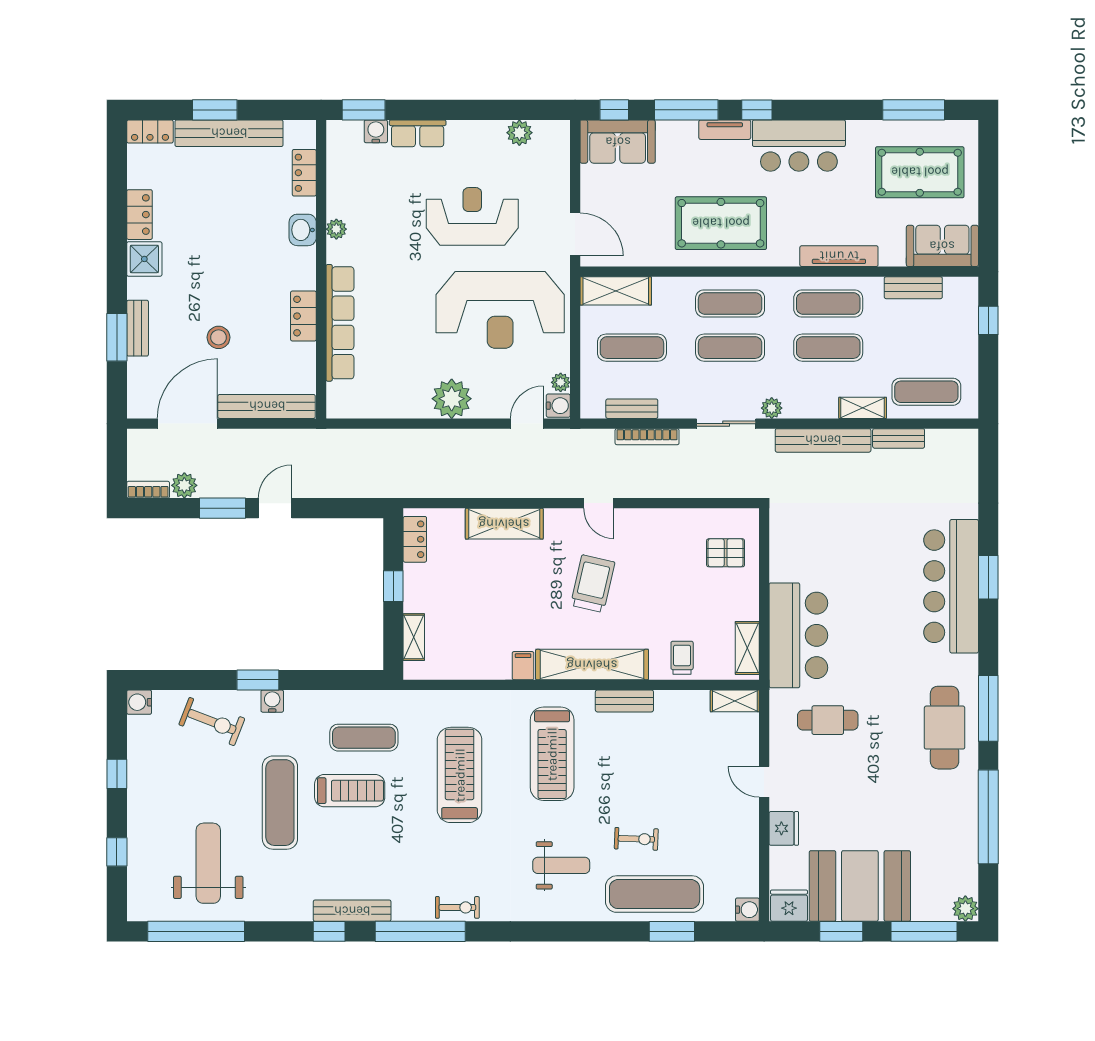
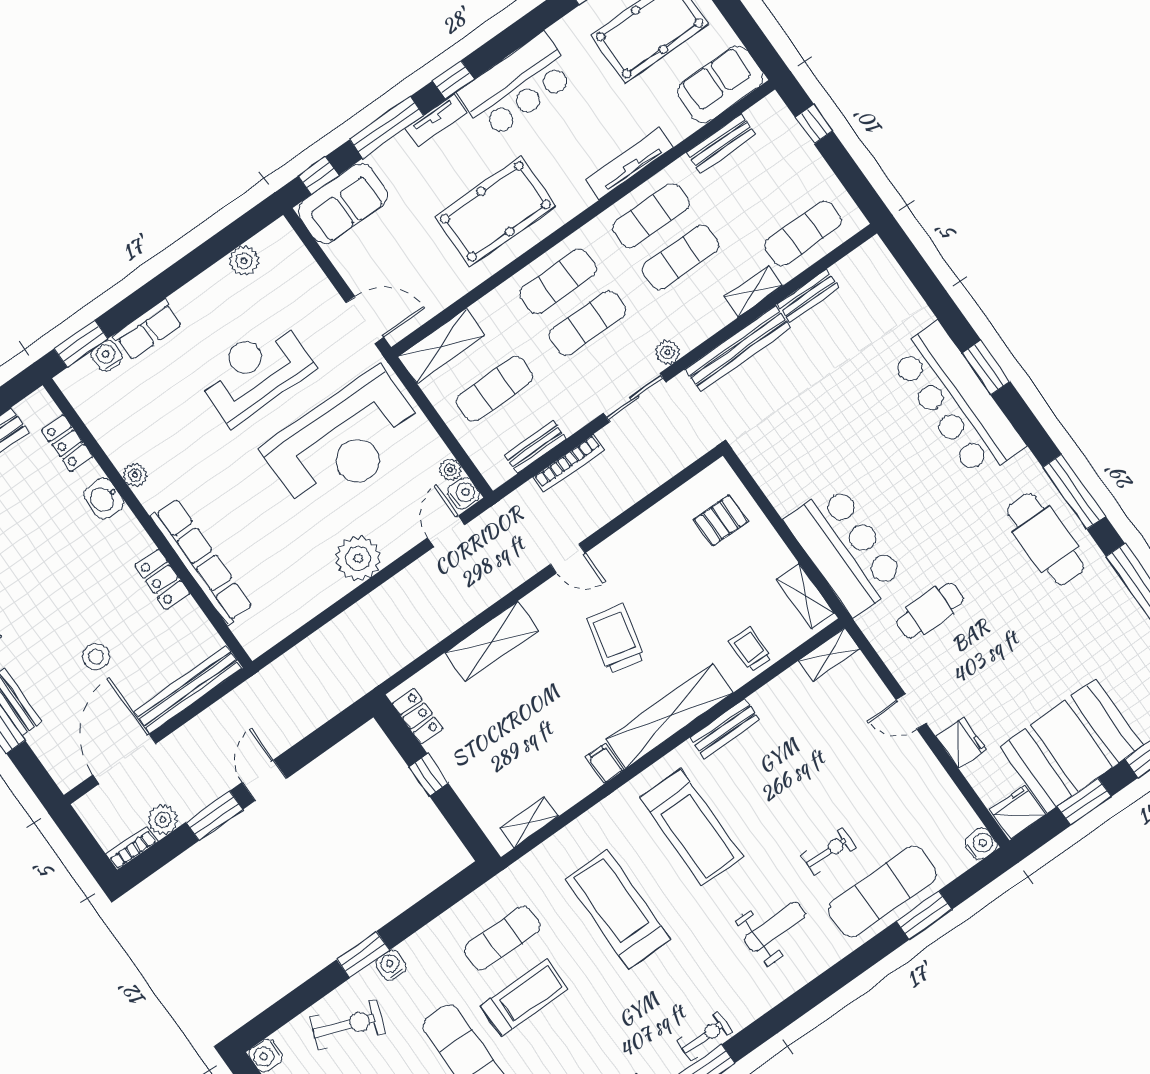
shelving: (414, 637) -> (529, 822), moved, turned 90

